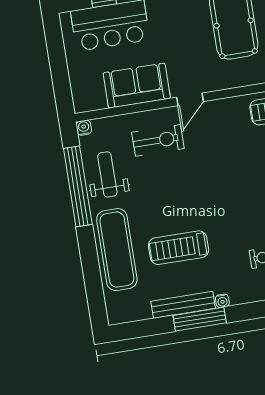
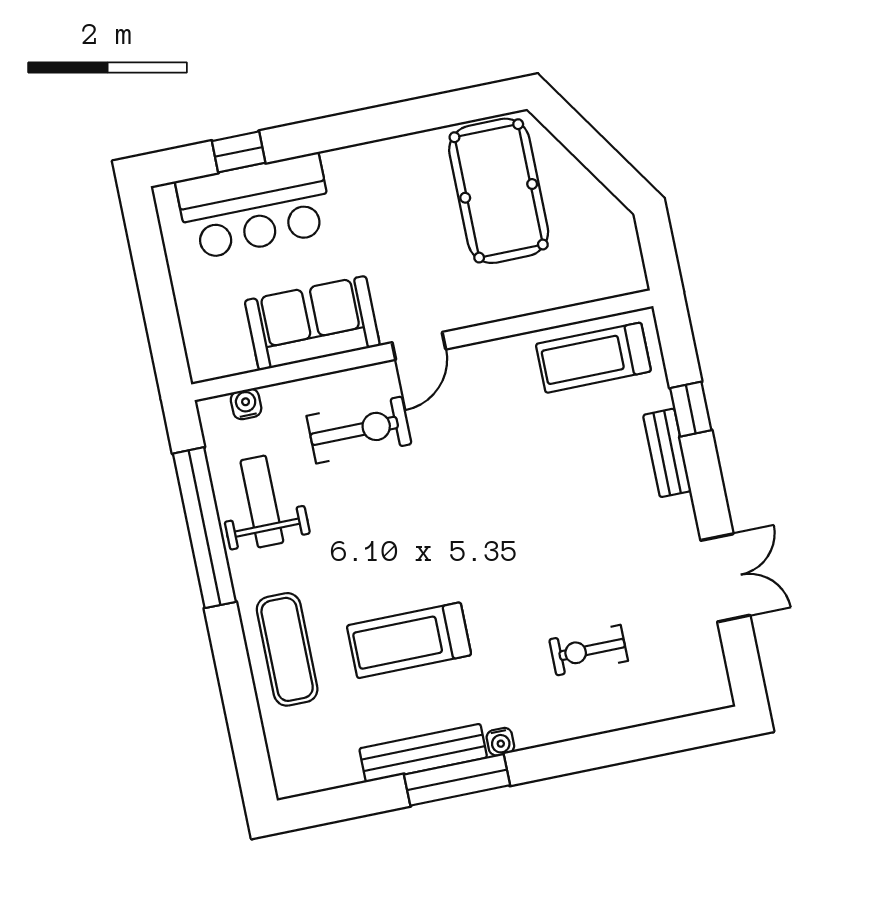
water cooler: (84, 128) -> (246, 404), moved
exercise mat: (117, 250) -> (287, 649), width x0.73, depth x0.69

